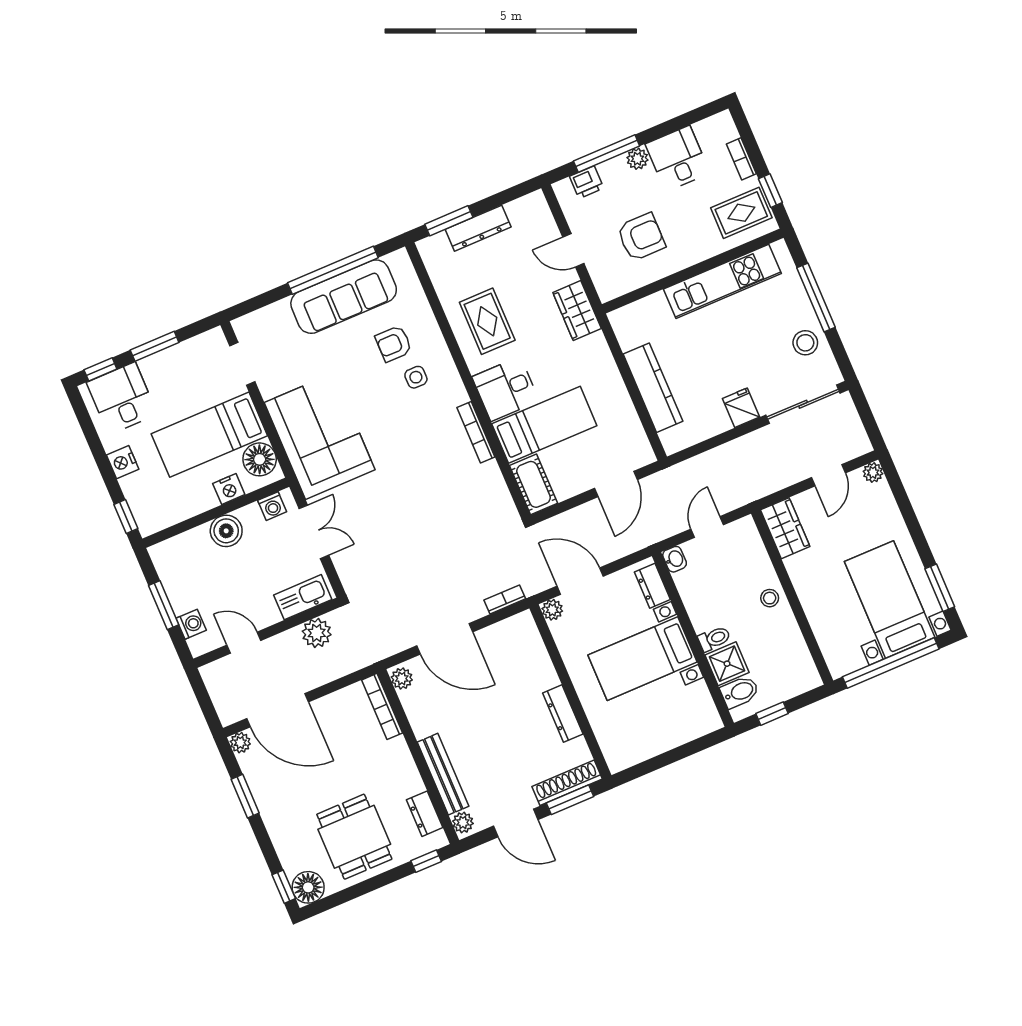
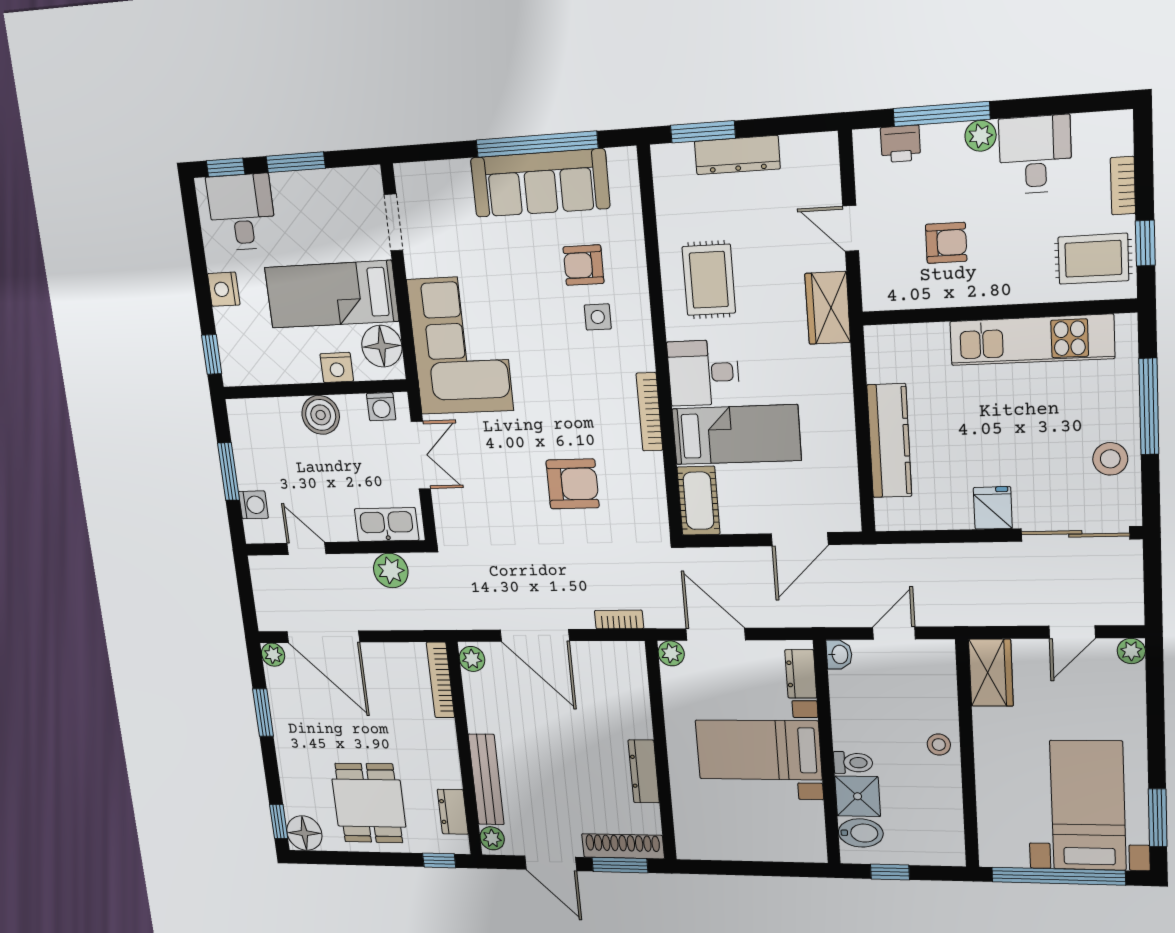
armchair: (641, 237) -> (946, 243), width x0.72, depth x0.72
armchair: (437, 508) -> (573, 484), added

